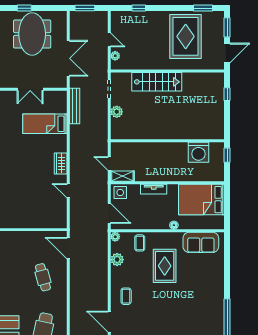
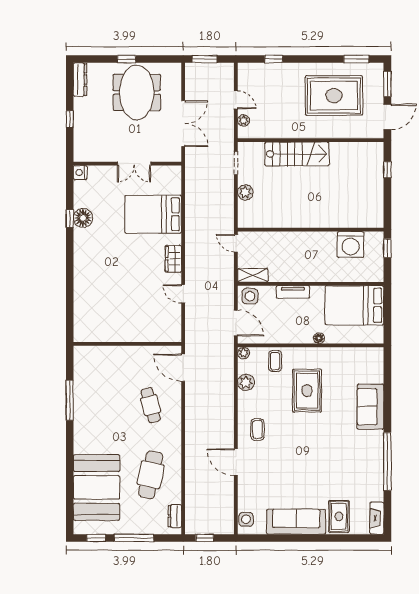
rug: (186, 36) -> (334, 96), turned 90
bench: (75, 106) -> (191, 185), removed
bed: (45, 124) -> (153, 214), width x1.50
door: (109, 163) -> (236, 243), moved
sofa: (201, 242) -> (371, 407), moved, turned 90

